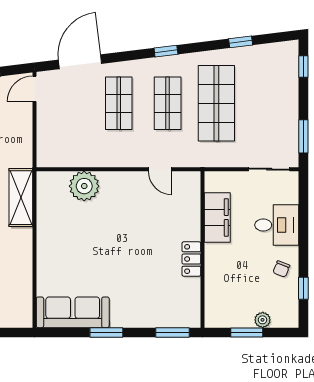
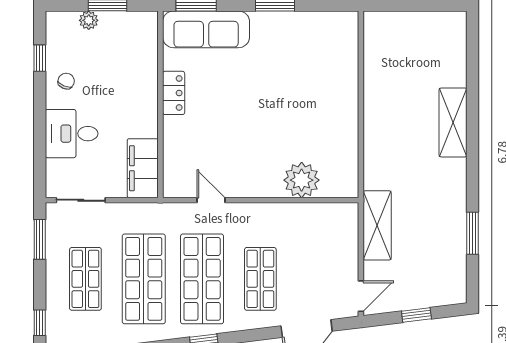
shop shelf: (168, 103) -> (202, 279), width x1.43, depth x1.36
shop shelf: (265, 103) -> (85, 279), added
shelving: (21, 198) -> (377, 225), moved
filing cabinet: (217, 217) -> (143, 168), moved
sofa: (73, 312) -> (206, 29), moved

